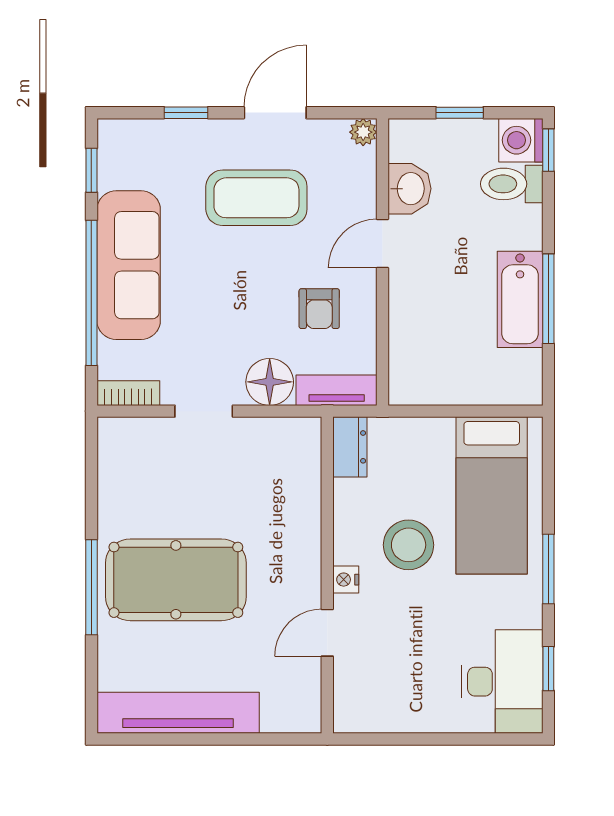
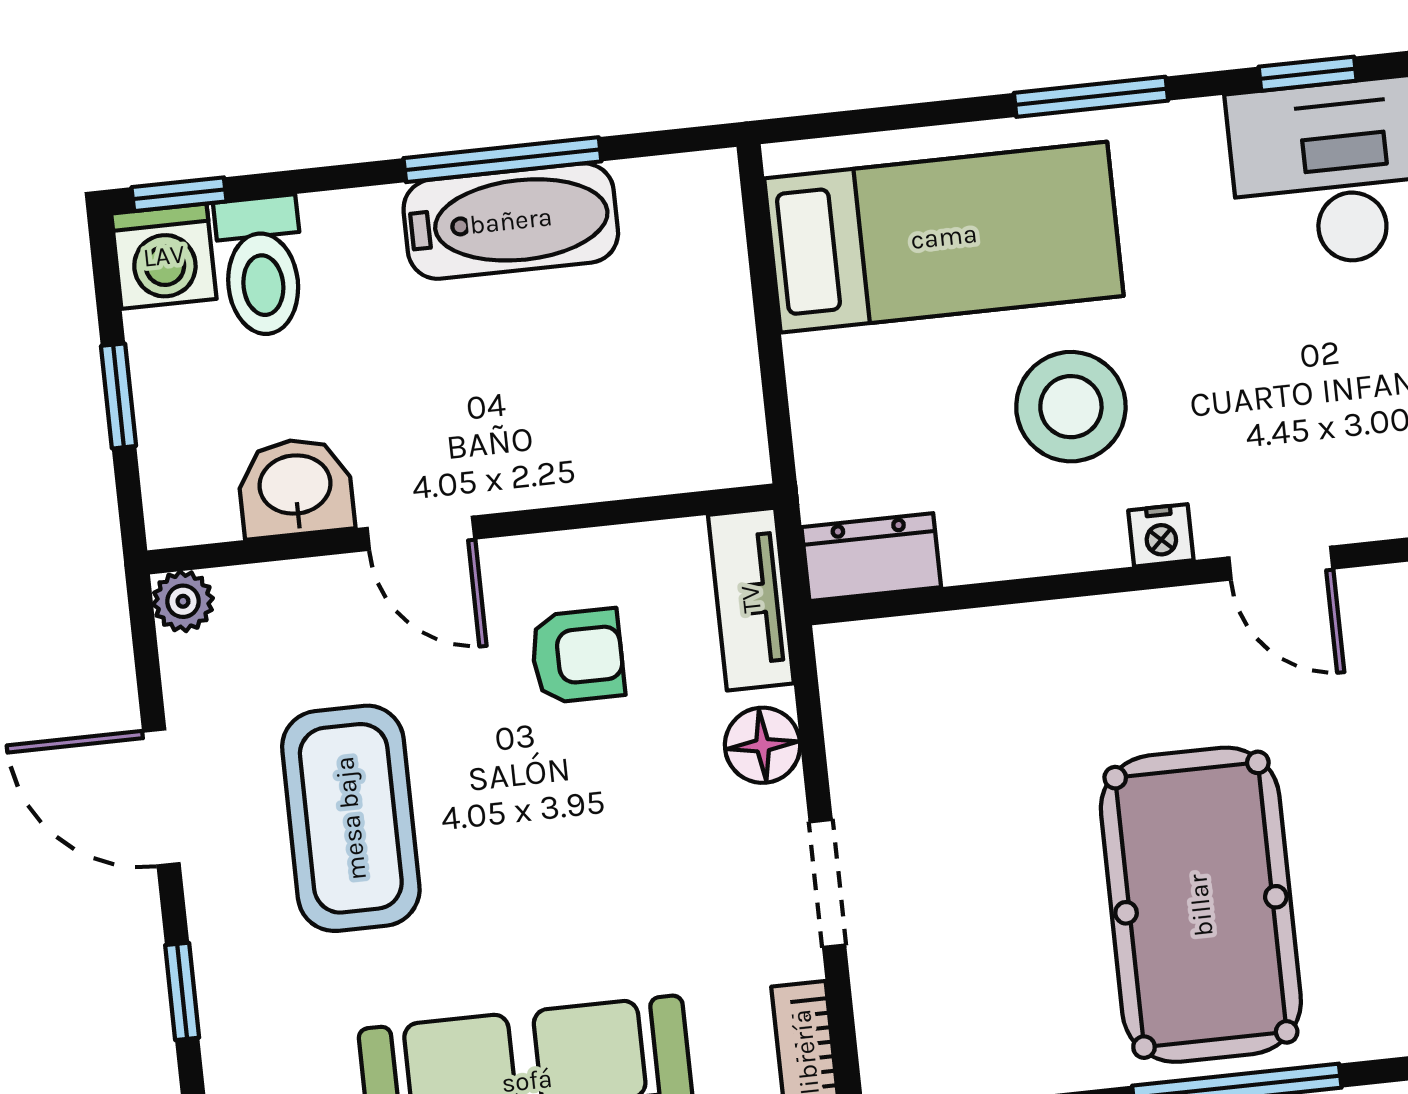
floor lamp: (270, 382) -> (763, 745), width x0.73, depth x0.73

